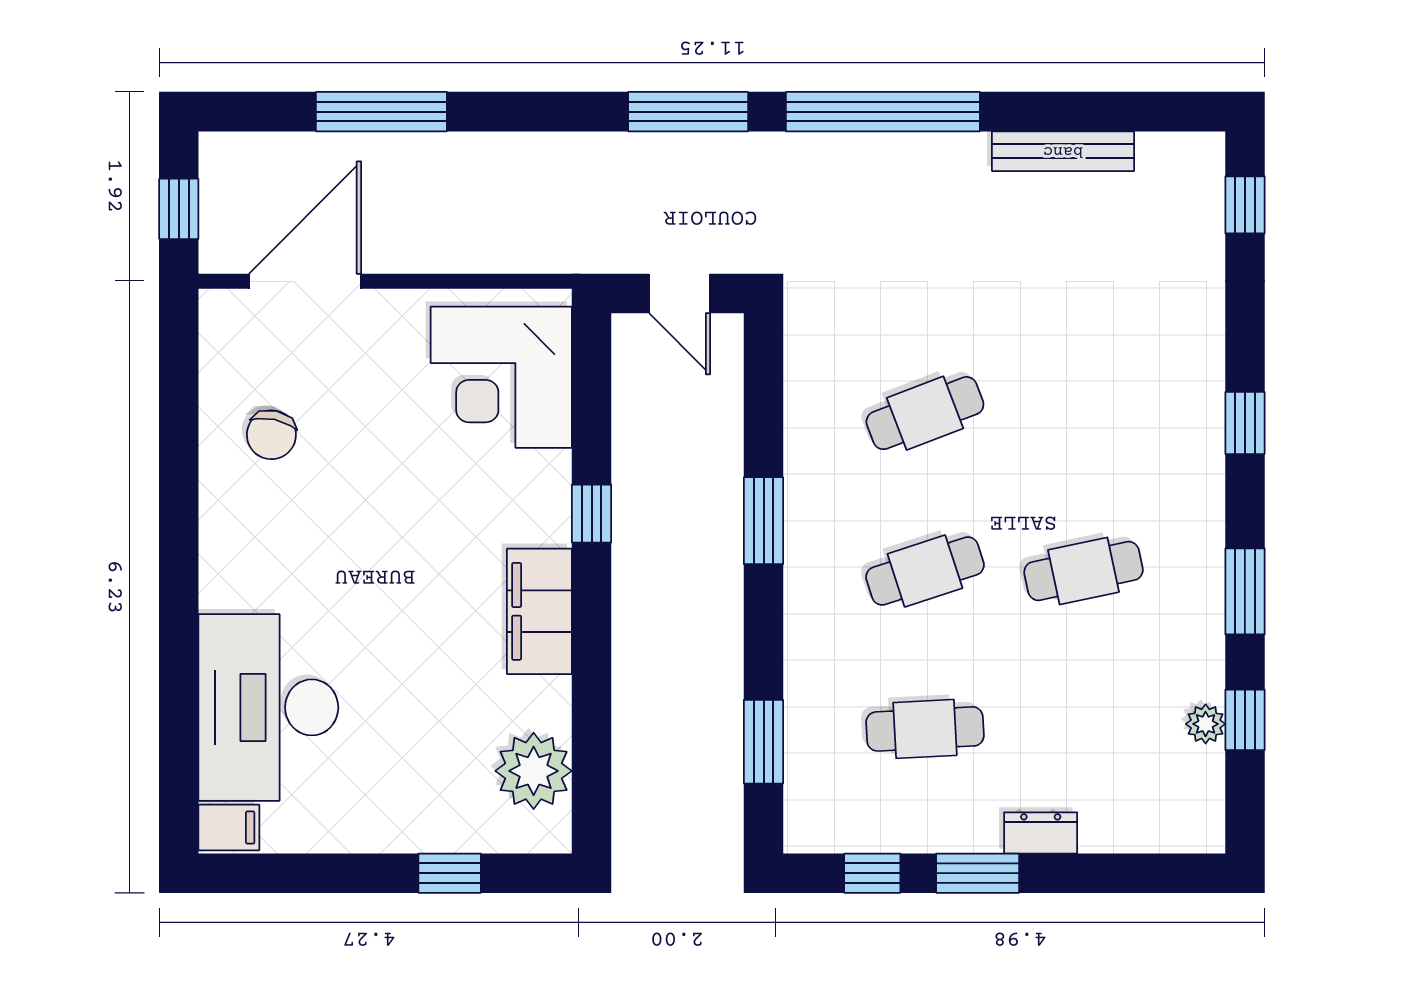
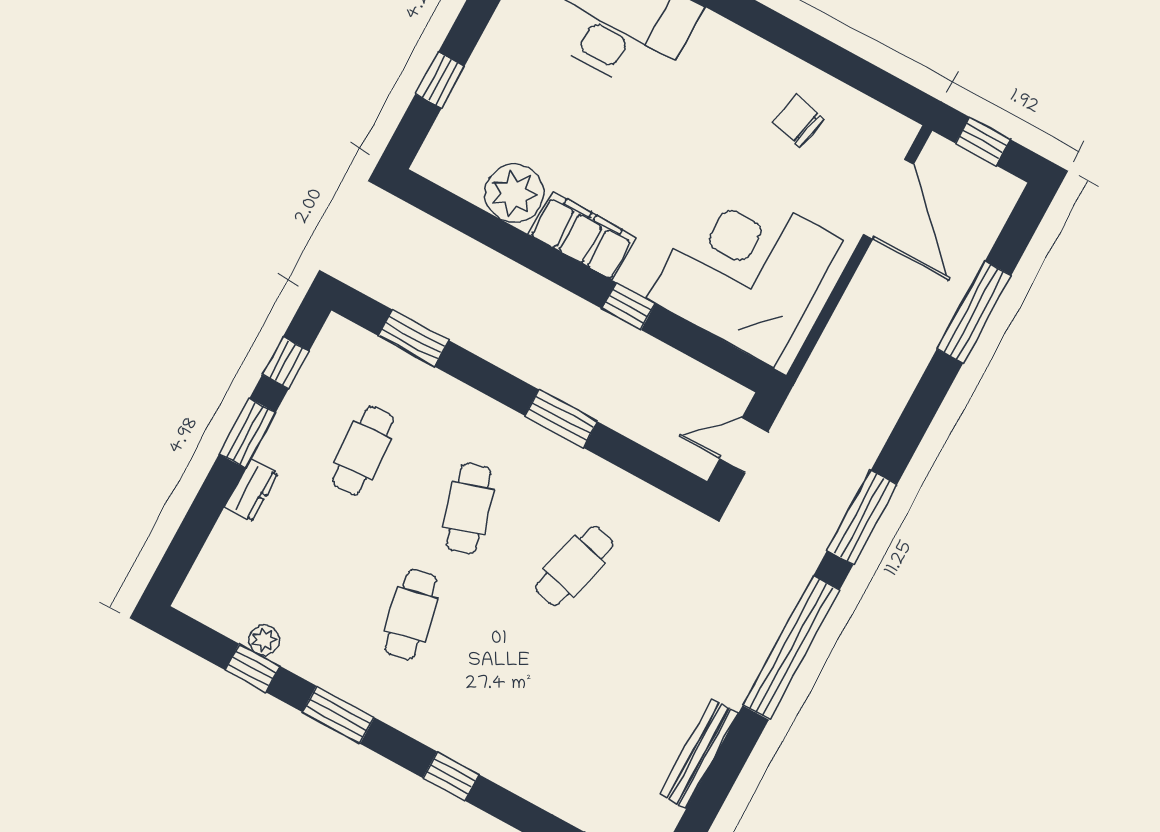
corner desk: (501, 377) -> (745, 269), width x1.36, depth x1.36
cafe table: (925, 413) -> (574, 566), turned 36
plant: (534, 771) -> (514, 193), moved

